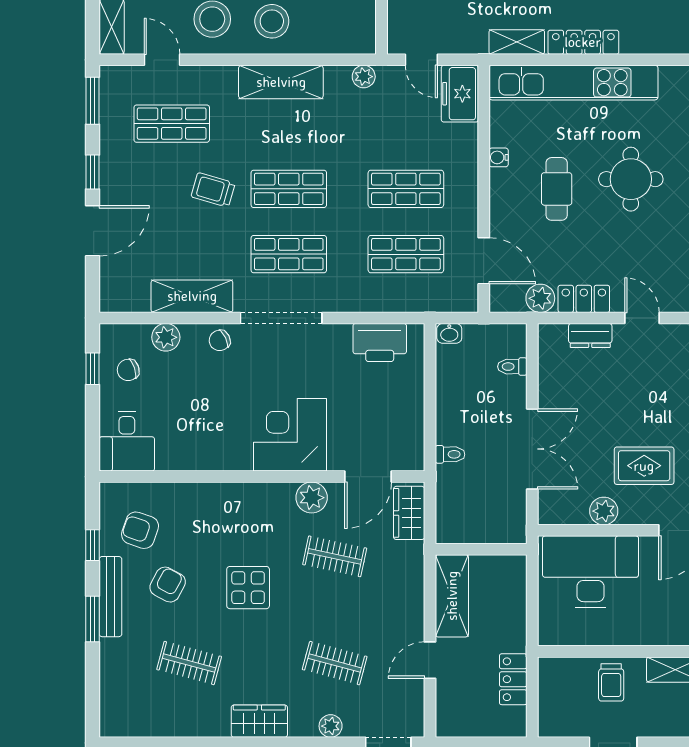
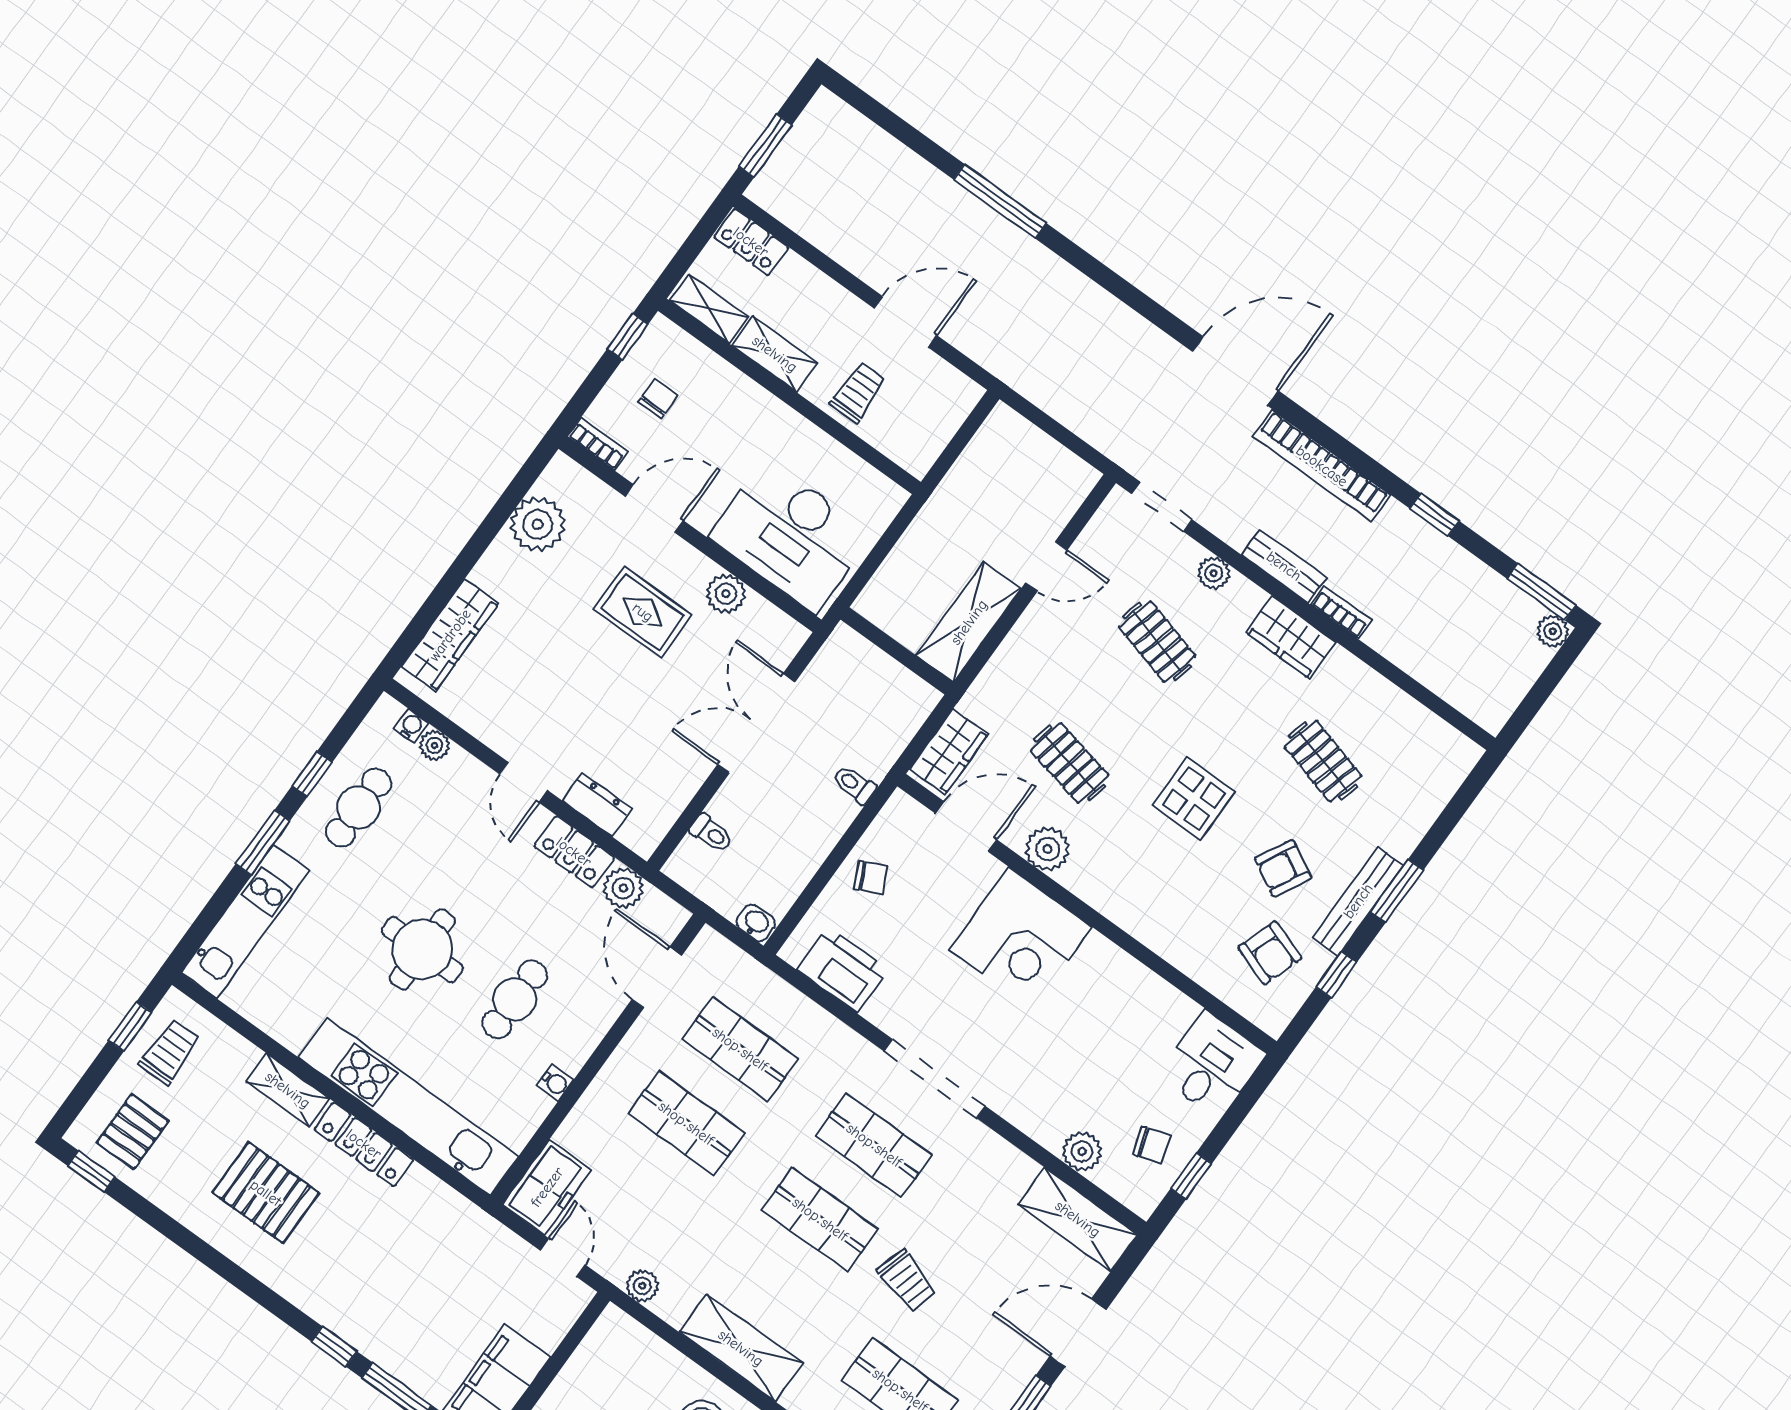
shelving: (517, 42) -> (288, 1090), moved
shelving: (192, 296) -> (1078, 1219), moved
chair: (220, 340) -> (871, 877), moved
locker: (513, 679) -> (967, 476), removed

